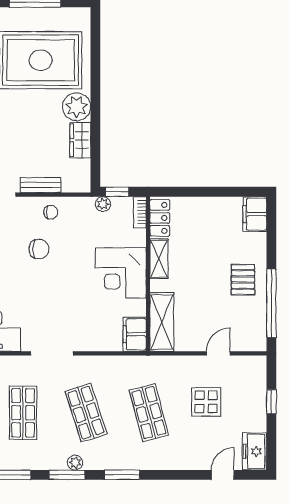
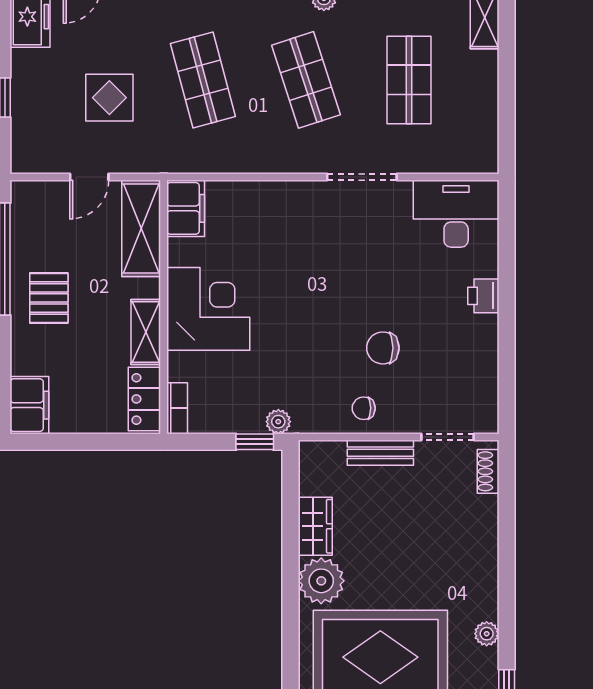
bookcase: (140, 212) -> (177, 408), moved
locker: (160, 218) -> (144, 399), moved
shelving: (159, 259) -> (146, 332), moved
corner desk: (121, 273) -> (208, 309), moved
wall: (148, 274) -> (164, 307), moved
shelving: (162, 322) -> (141, 228), moved
filing cabinet: (135, 334) -> (186, 208), moved

